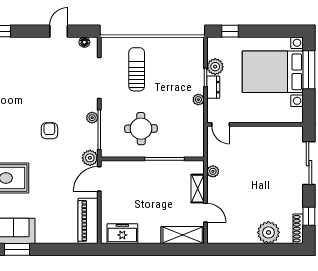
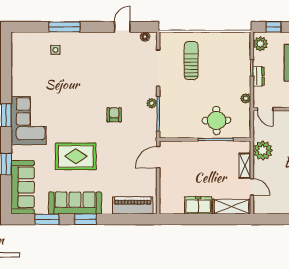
plant: (215, 67) -> (260, 44), moved
plant: (198, 100) -> (246, 98), moved
round table: (141, 129) -> (216, 120), moved
plant: (90, 158) -> (150, 139), removed
plant: (213, 171) -> (263, 150), width x1.88, depth x1.88
piano: (88, 221) -> (133, 206), moved, turned 90
freezer: (122, 234) -> (198, 205), moved

